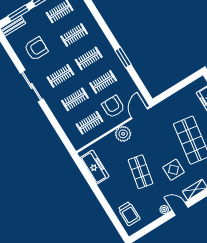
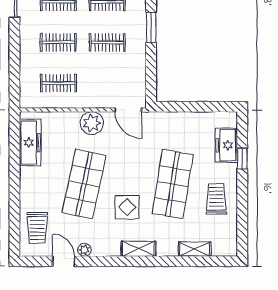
armchair: (113, 107) -> (101, 81), removed
door: (139, 113) -> (128, 110), swing flipped
shop shelf: (140, 172) -> (84, 184), width x1.43, depth x1.36
door: (180, 209) -> (64, 261), moved

